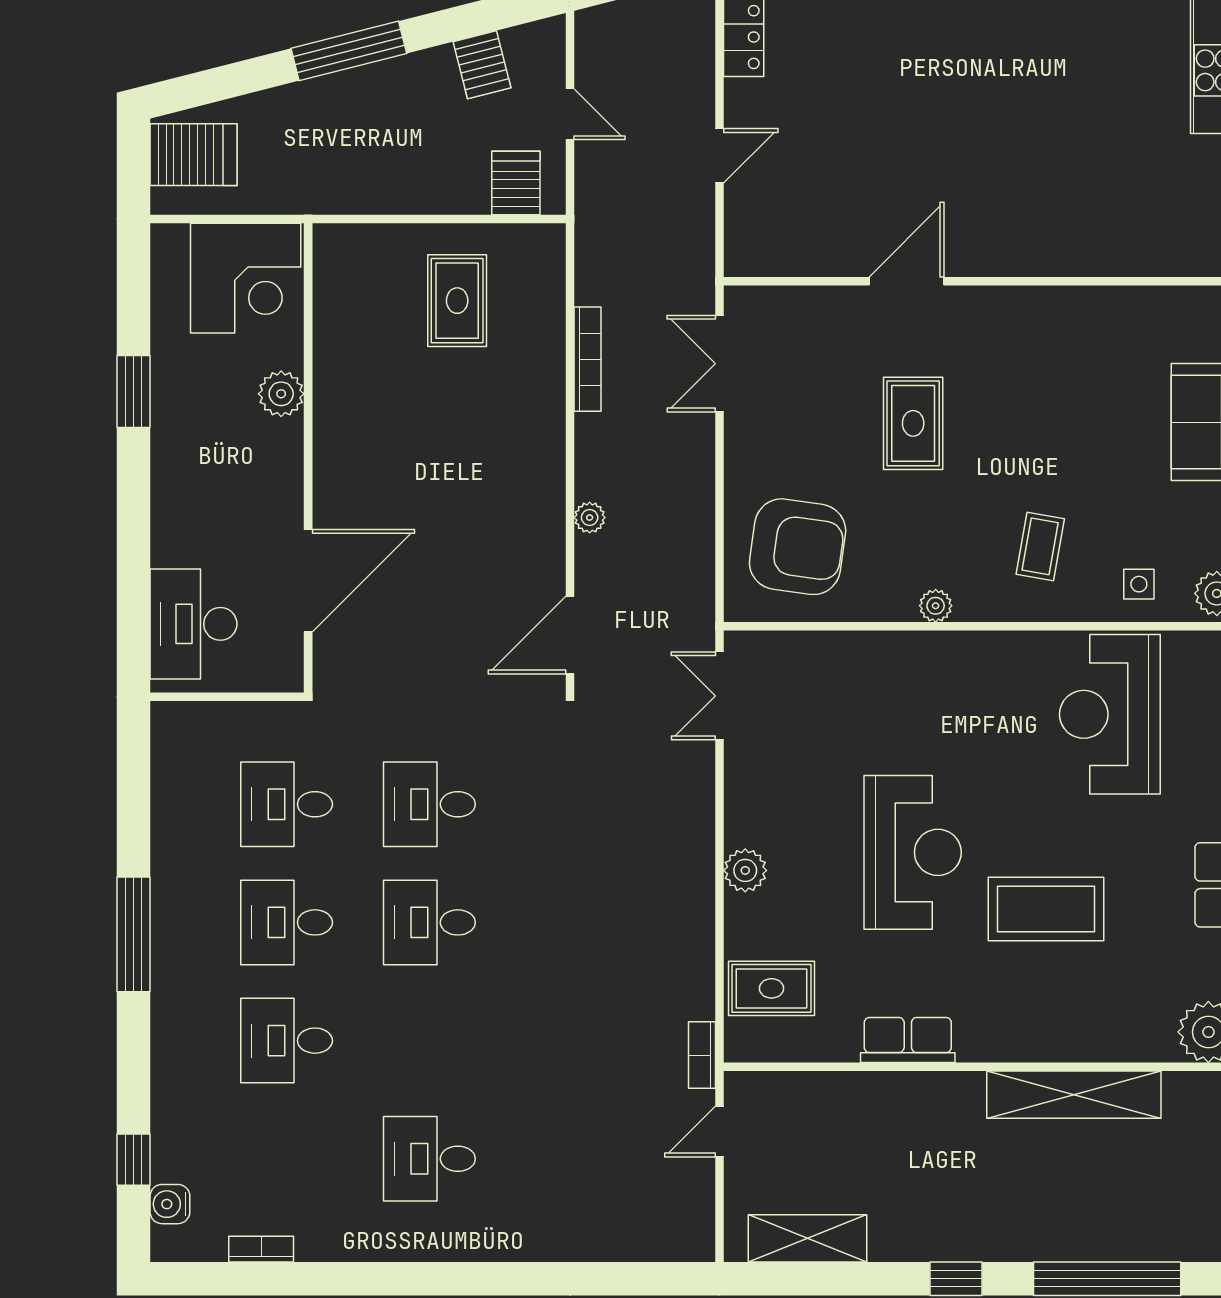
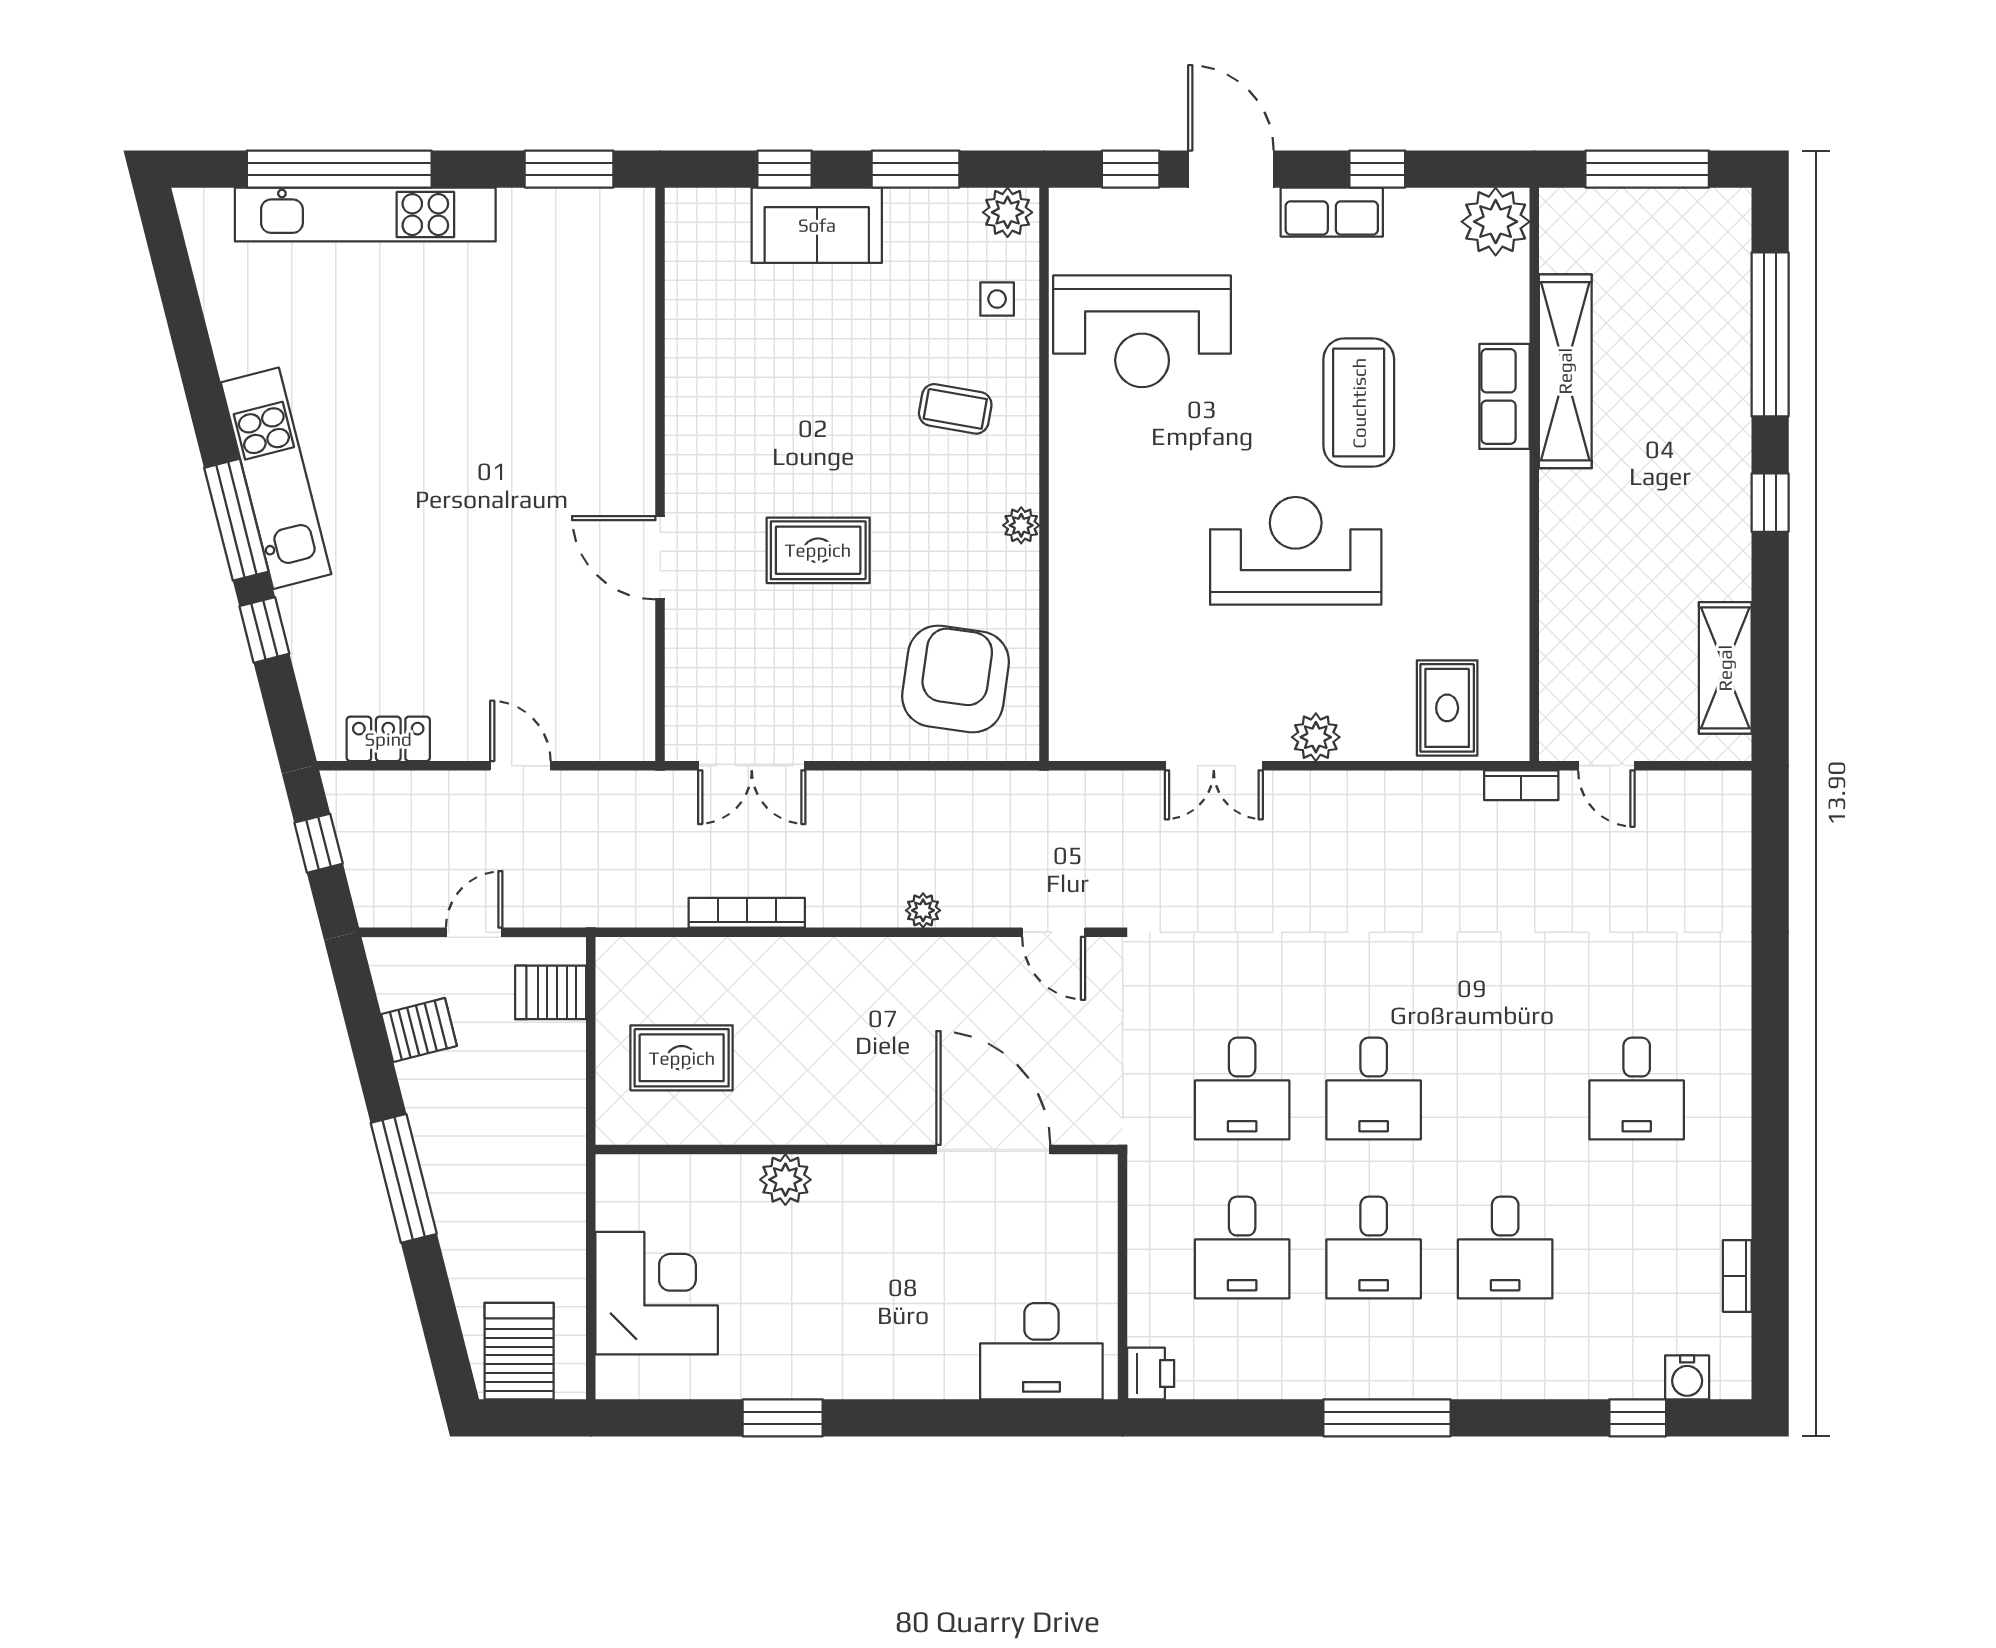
plant: (281, 394) -> (785, 1180), moved
wall: (308, 458) -> (857, 1150), moved
door: (308, 581) -> (993, 1150), moved
door: (570, 635) -> (1054, 932), width x0.73
double door: (720, 696) -> (1214, 766), moved
printer: (173, 722) -> (1151, 1374), added
row of seats: (908, 1040) -> (1504, 396), moved

